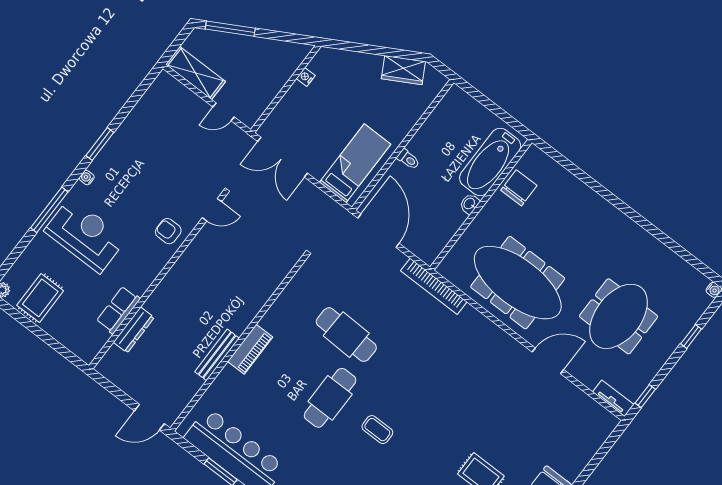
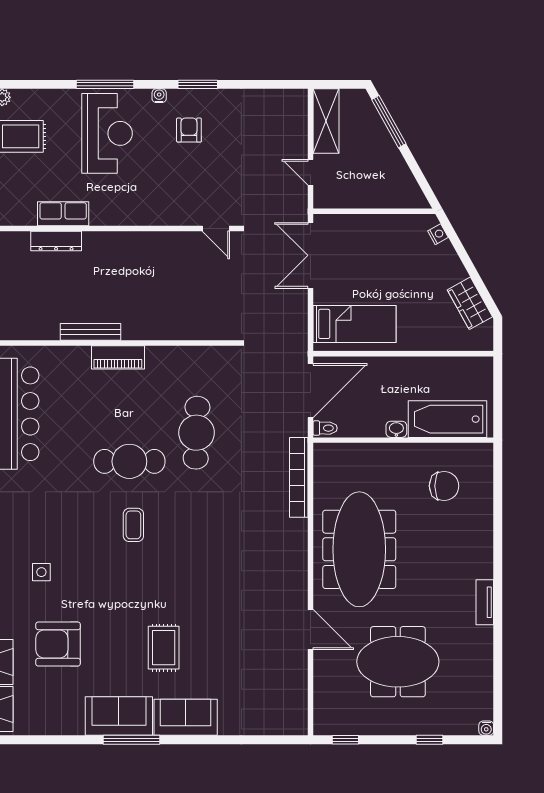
nightstand: (306, 77) -> (438, 234), moved, turned 61
toilet: (408, 159) -> (325, 428), moved, turned -90
bathtub: (490, 162) -> (447, 419), moved
washbasin: (470, 204) -> (396, 429), moved
wall: (481, 205) -> (403, 440), moved
armchair: (168, 231) -> (189, 130), moved
tv unit: (613, 398) -> (485, 602), moved, turned 180

